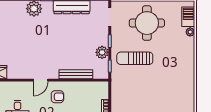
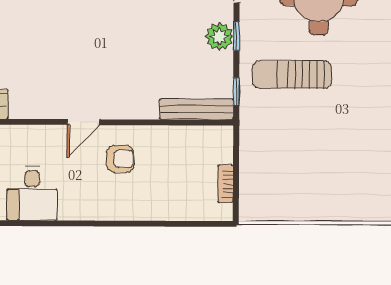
plant: (102, 52) -> (219, 37), moved
bench: (76, 74) -> (196, 109), moved

